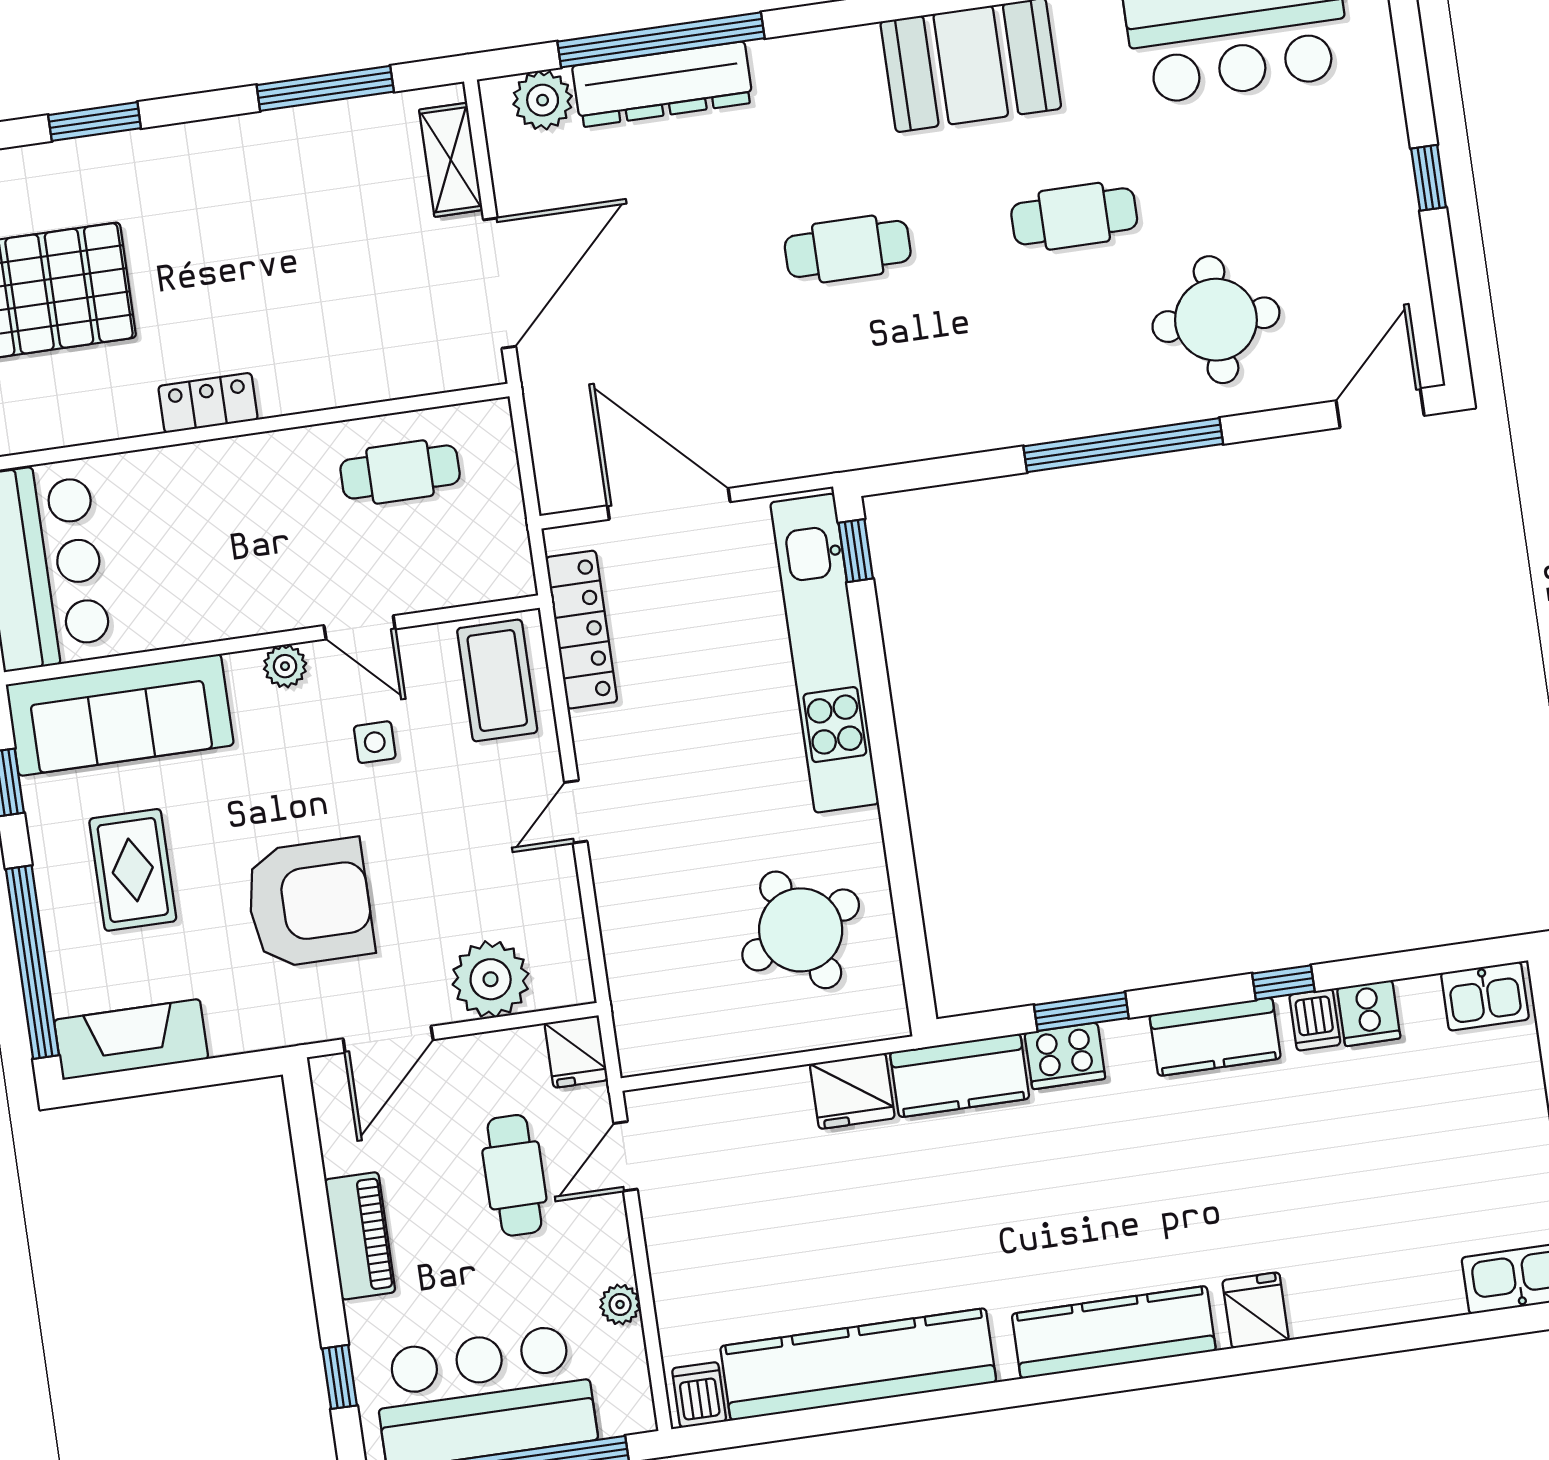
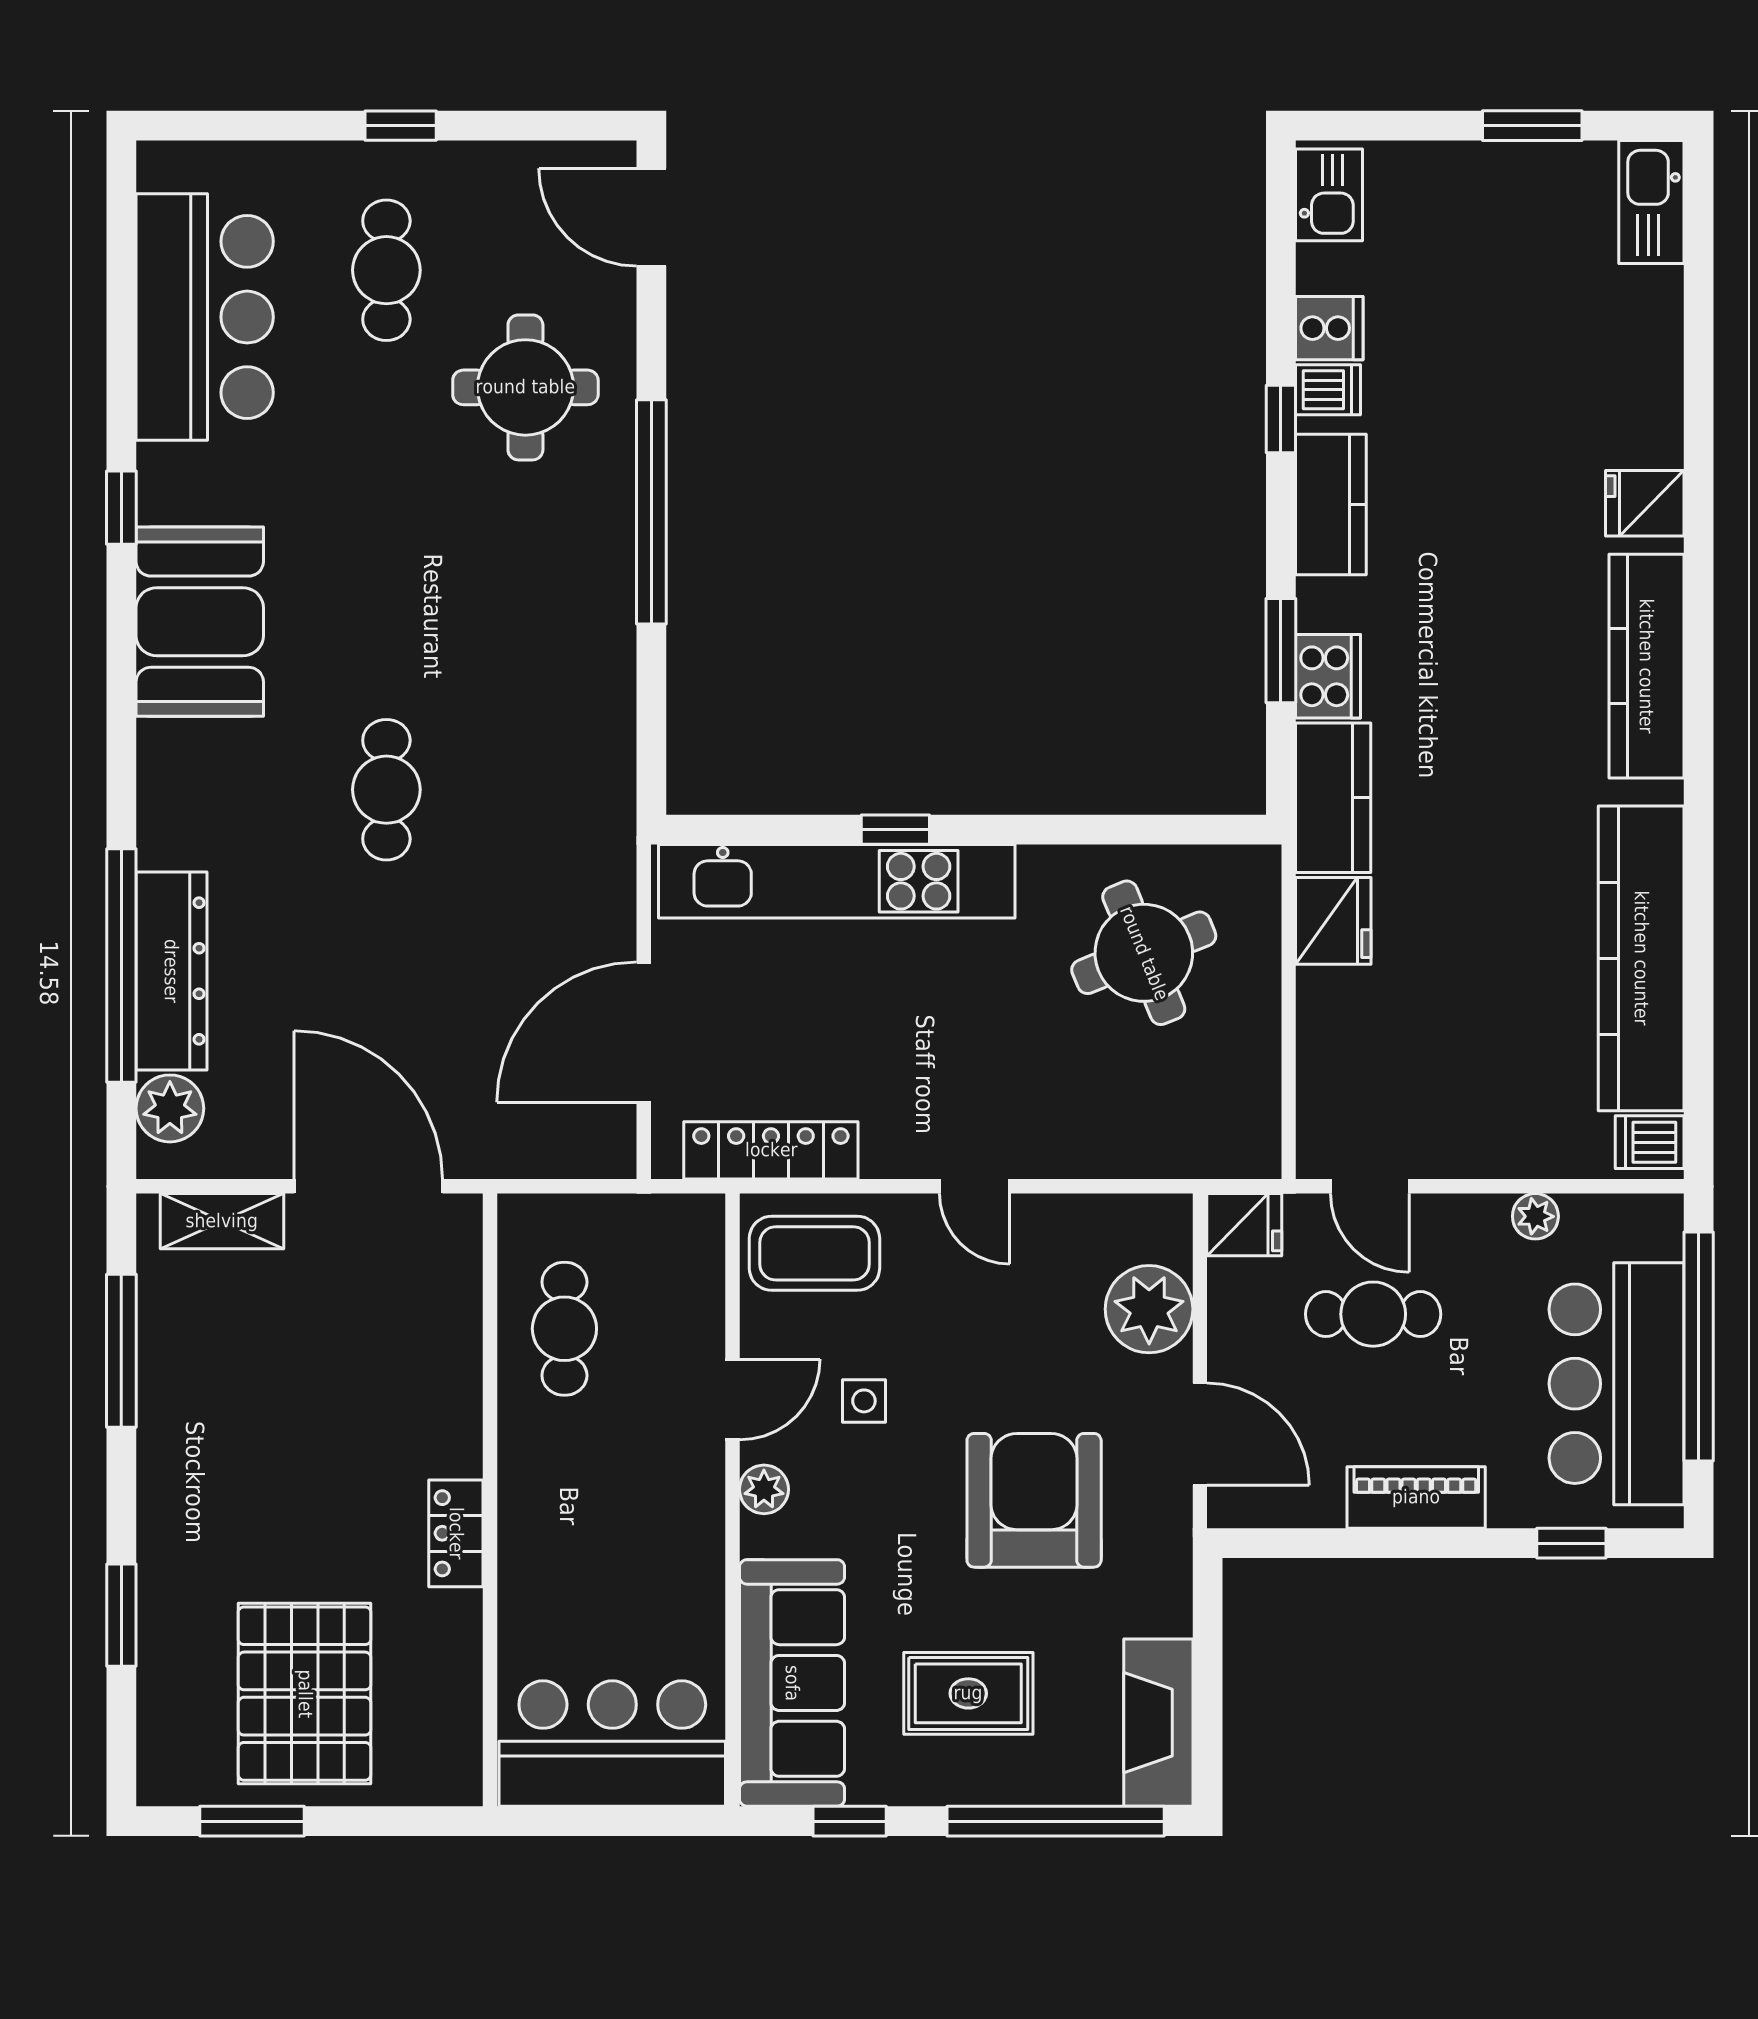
cafe table: (1074, 216) -> (386, 270), moved
window: (856, 551) -> (895, 830), moved

